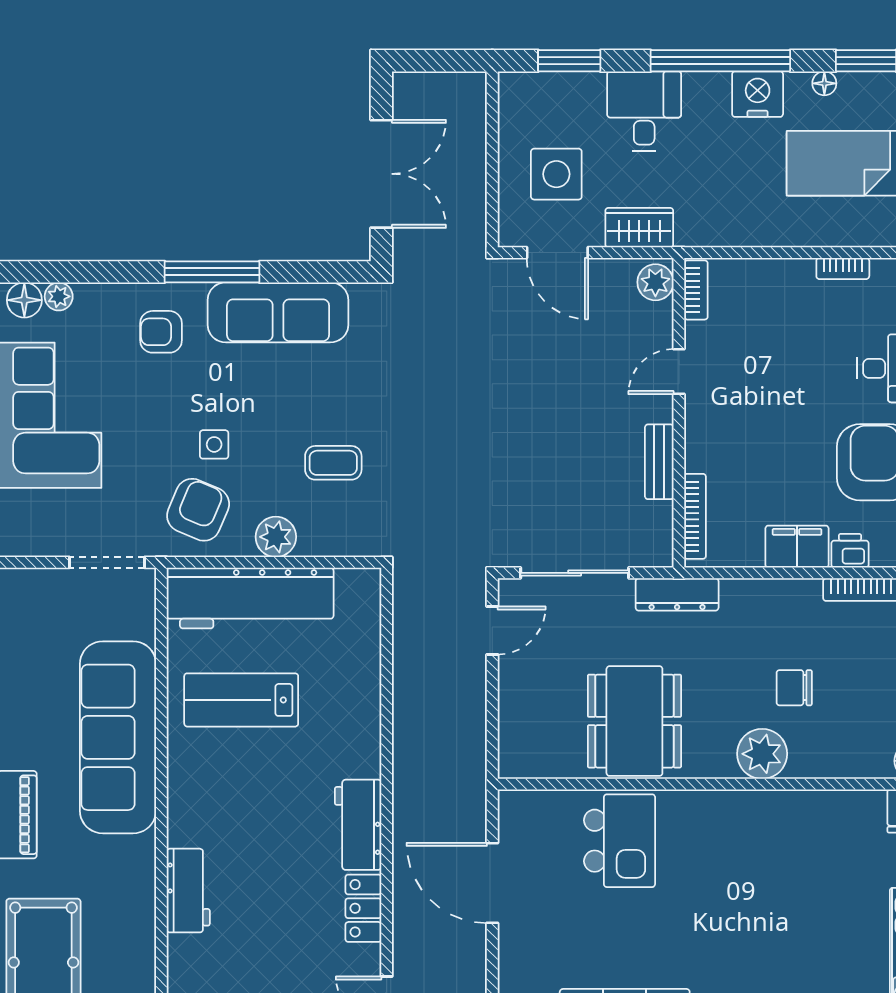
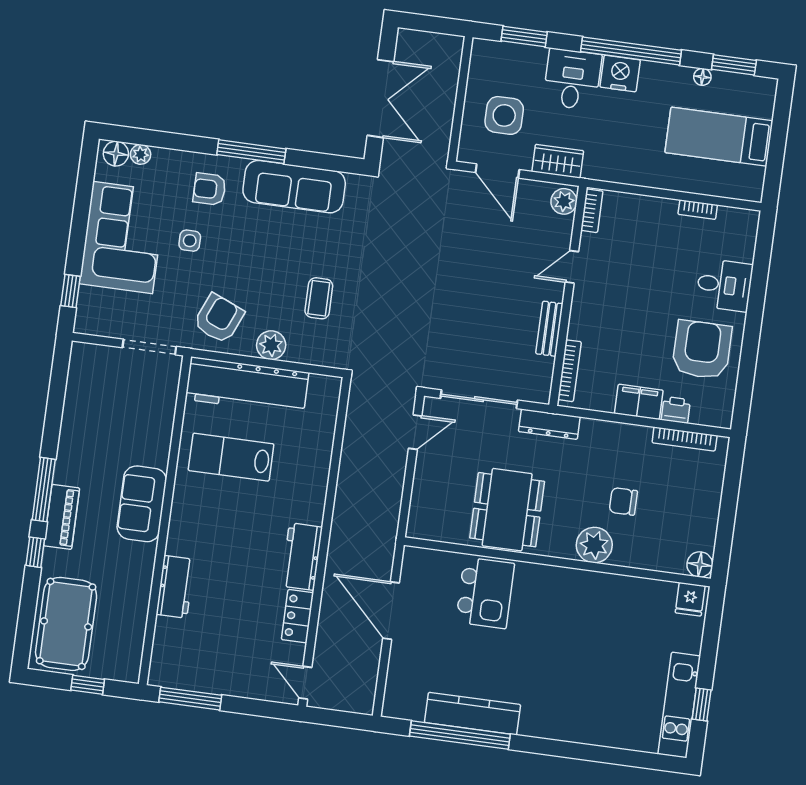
nightstand: (758, 94) -> (620, 74), moved
side table: (214, 444) -> (190, 241), moved
coffee table: (333, 463) -> (319, 298), turned 90
sofa: (118, 737) -> (142, 504), width x0.54, depth x0.79

